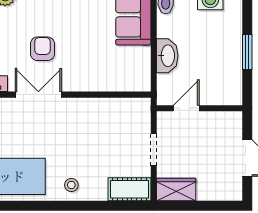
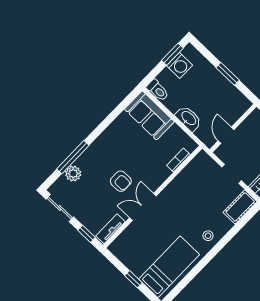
armchair: (42, 49) -> (121, 181), turned 180
bookcase: (117, 85) -> (178, 160), added

